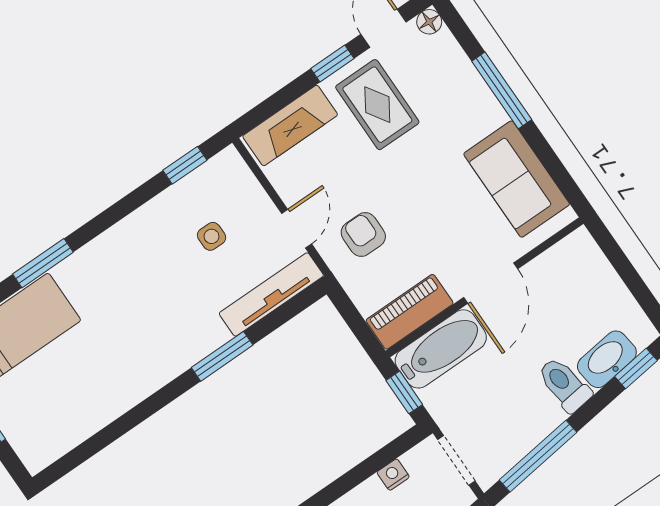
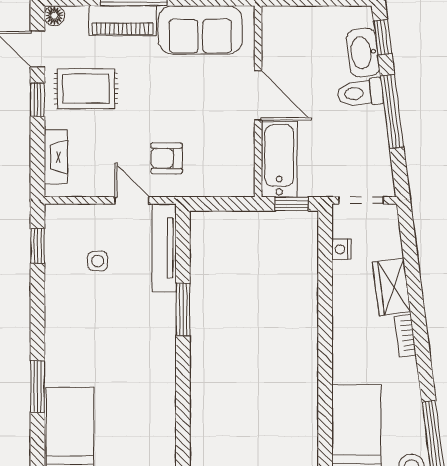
fireplace: (290, 125) -> (56, 157), width x0.73, depth x0.76
piano: (410, 312) -> (123, 21), moved, turned -90
window: (538, 456) -> (392, 111), moved

